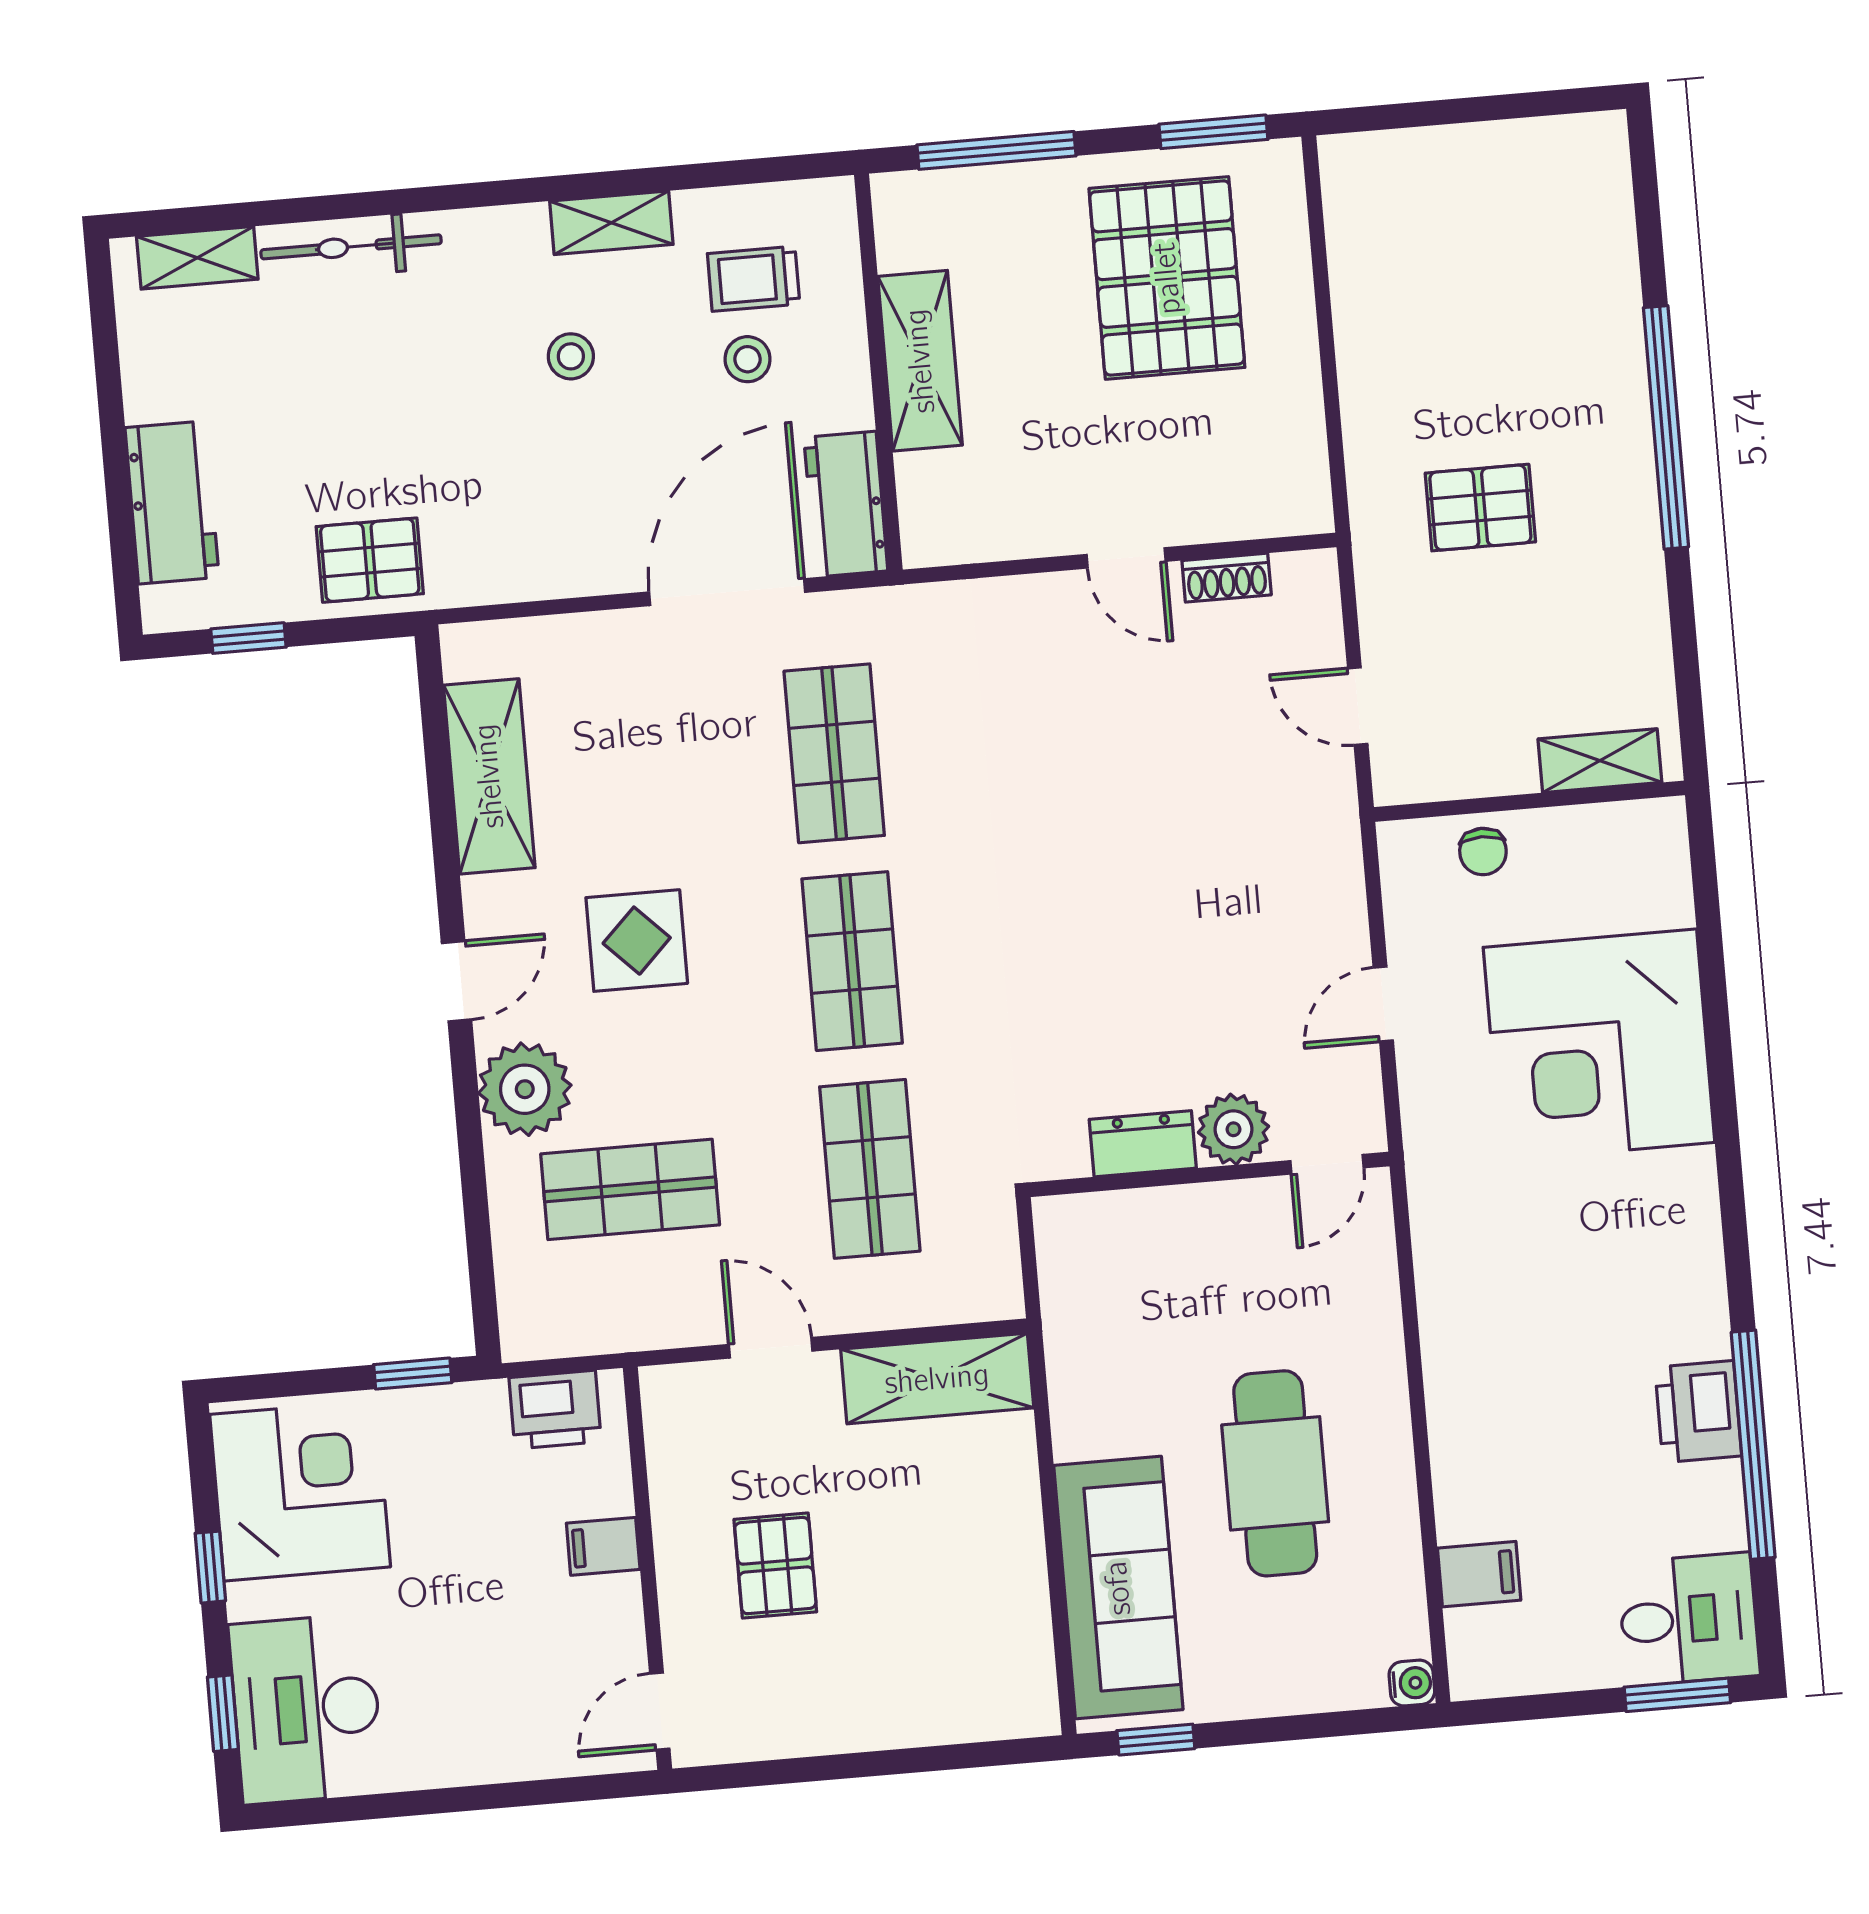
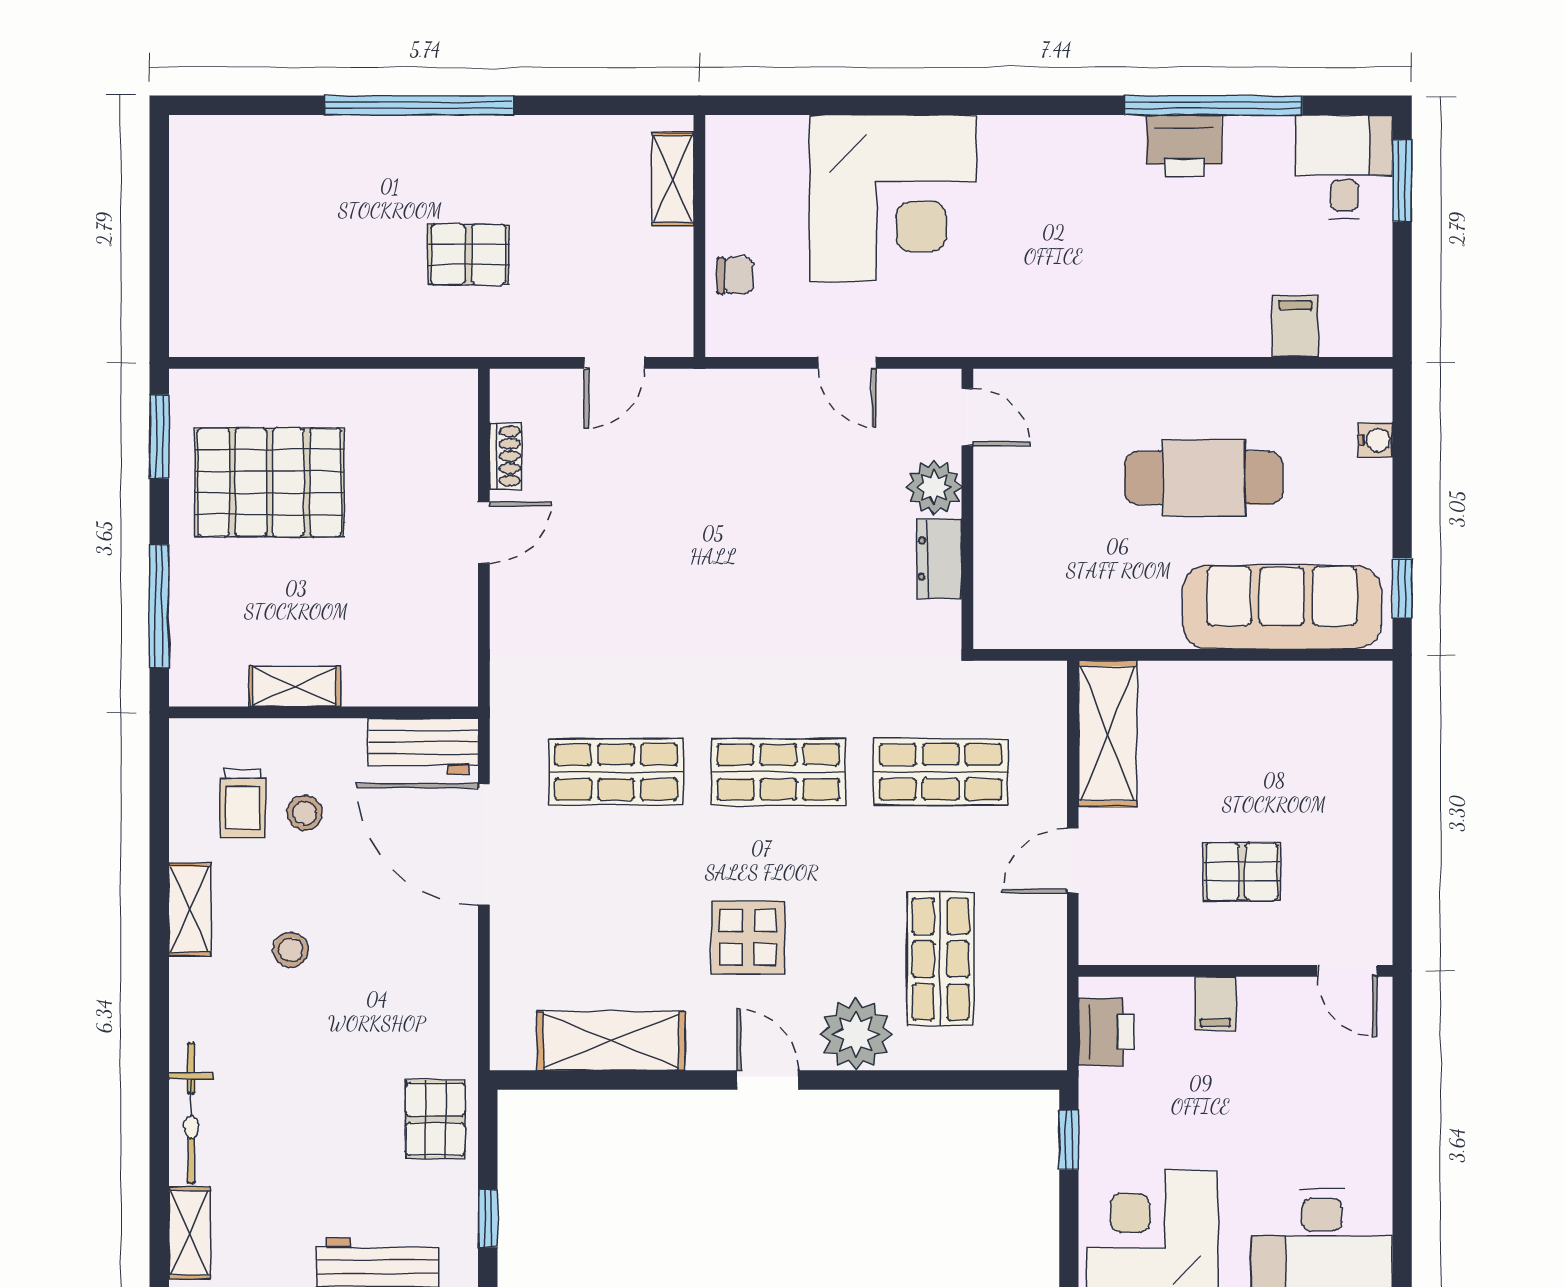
shelving: (920, 361) -> (295, 686), width x0.67, depth x0.75
pallet: (1480, 508) -> (468, 255), turned 90
water cooler: (1412, 1683) -> (1375, 440), moved, turned 90

